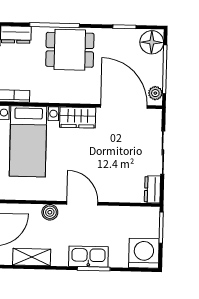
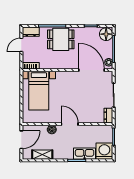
wardrobe: (78, 117) -> (66, 77), removed
kitchen sink: (88, 257) -> (85, 154), moved

